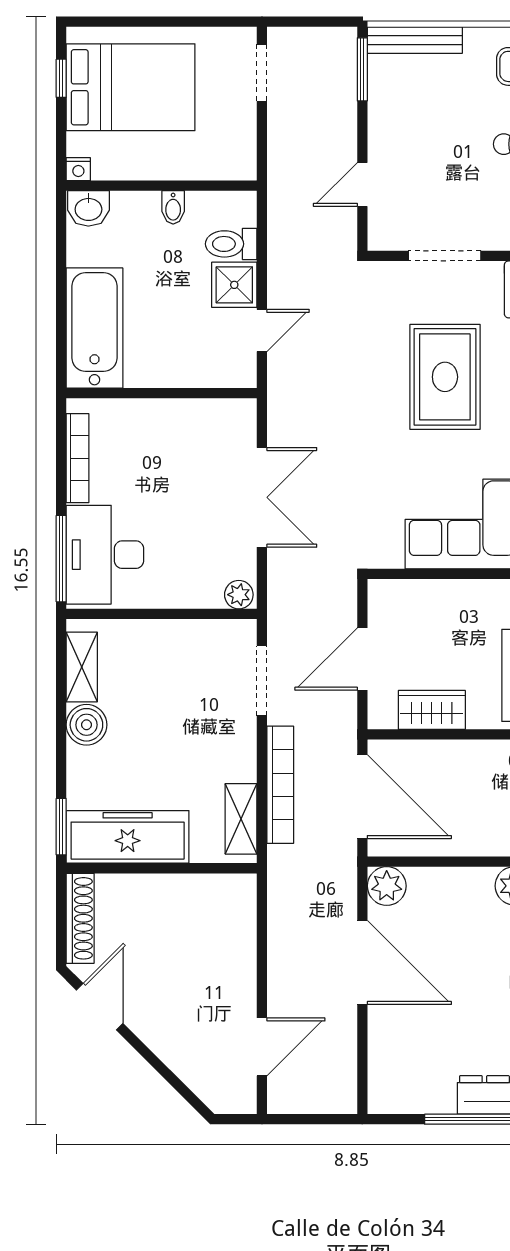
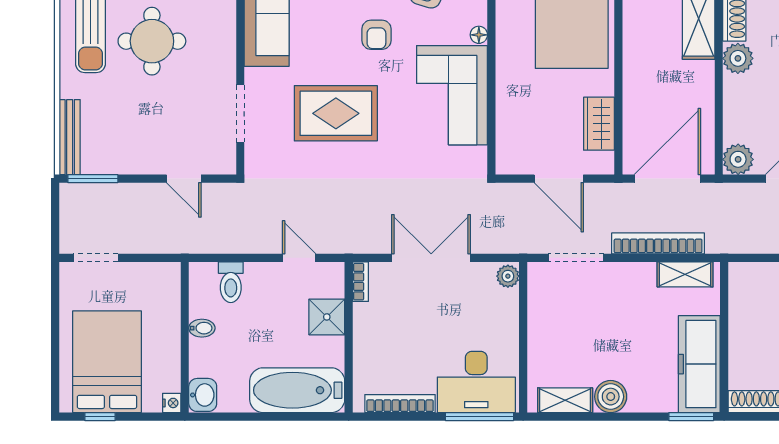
shower: (234, 285) -> (327, 317), moved
bookcase: (232, 408) -> (361, 282), added

